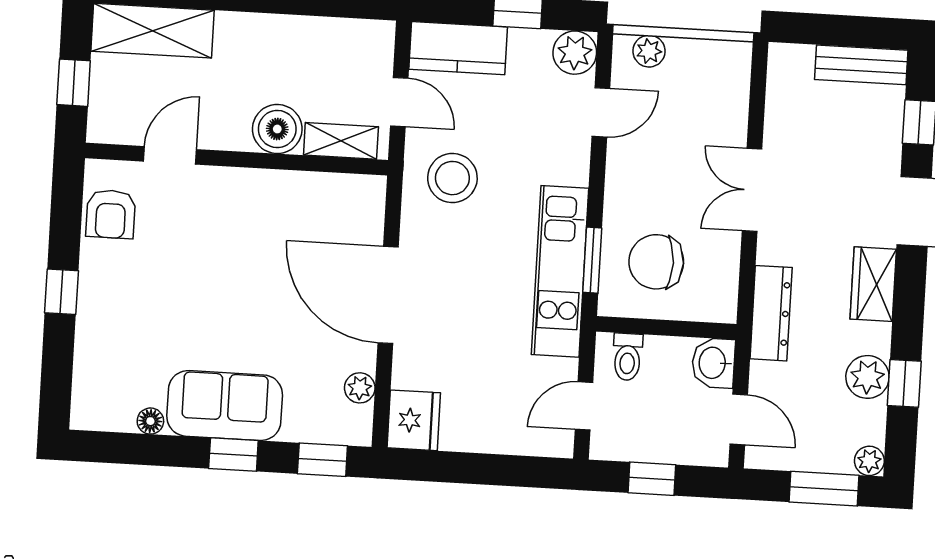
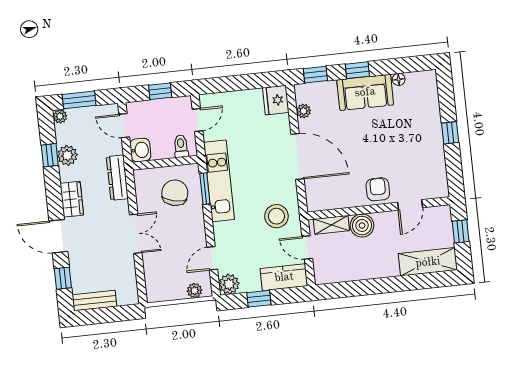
armchair: (111, 214) -> (378, 189), moved
chair: (656, 262) -> (175, 193), turned -77

